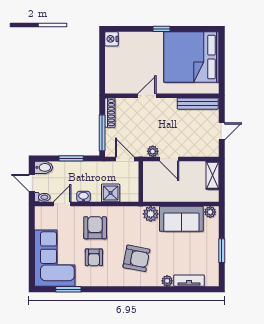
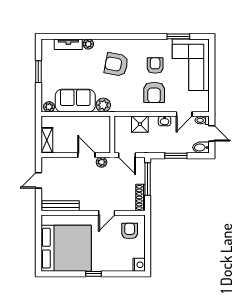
armchair: (122, 76) -> (130, 231), added

